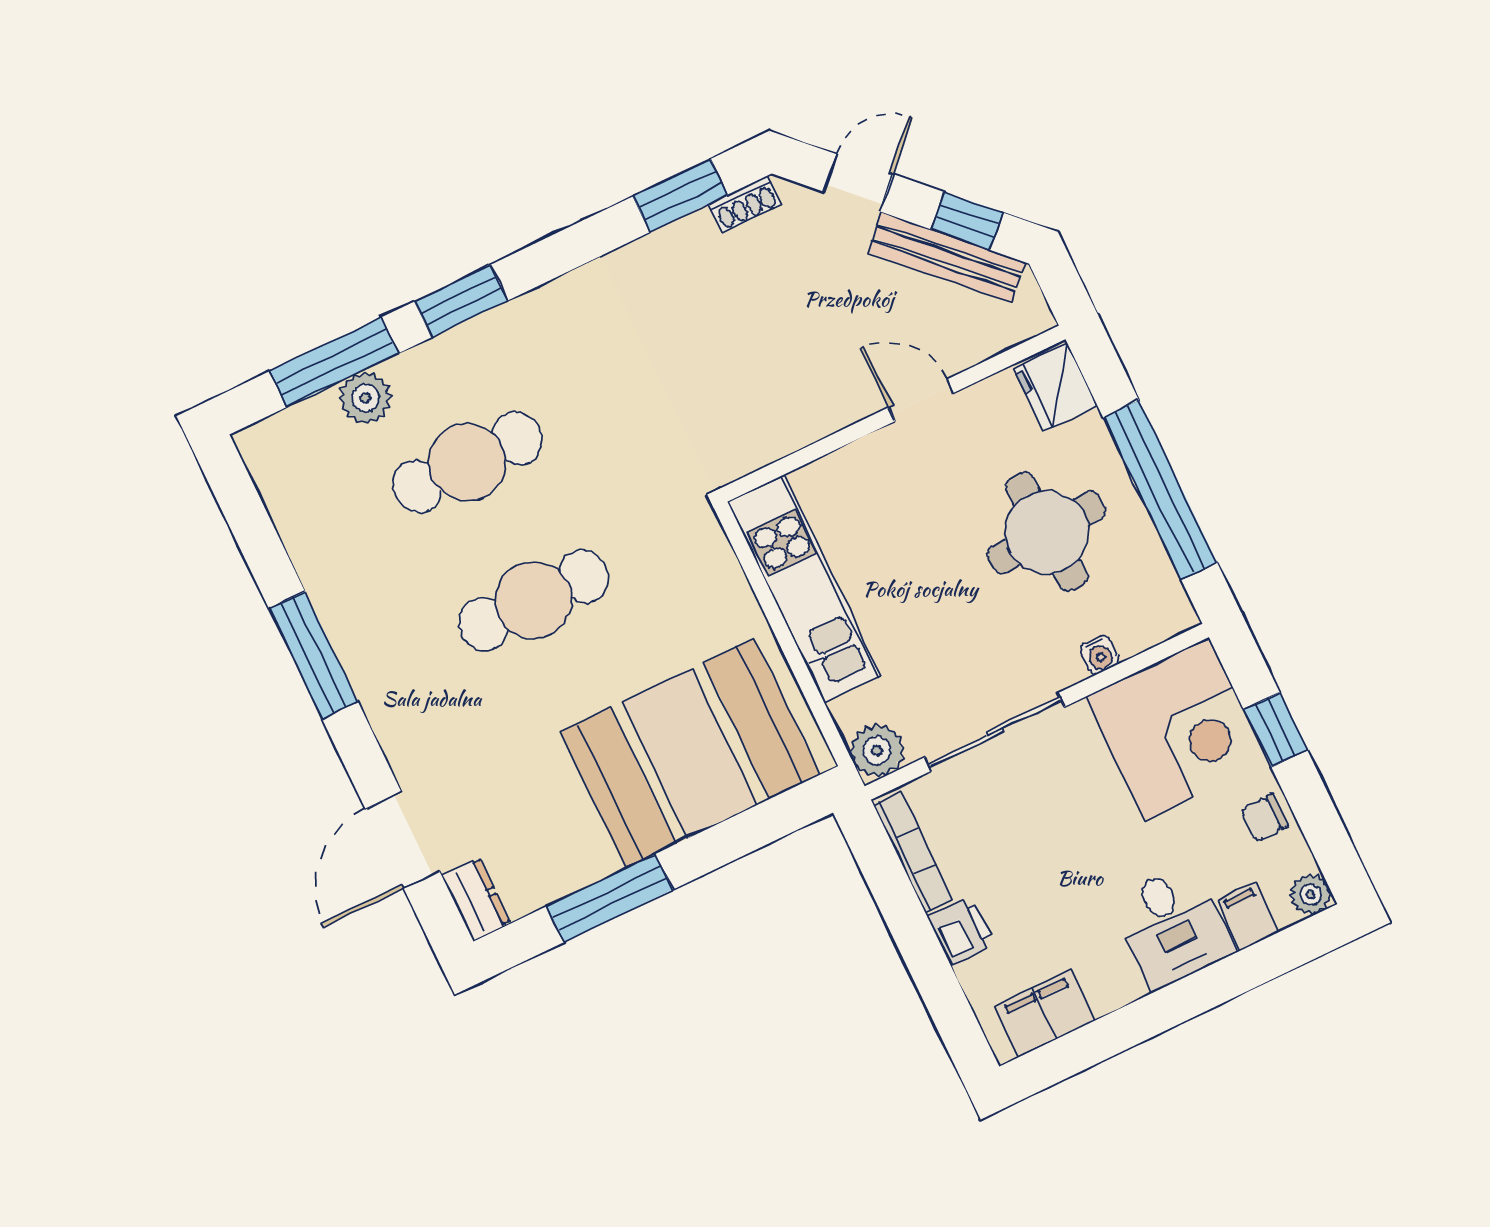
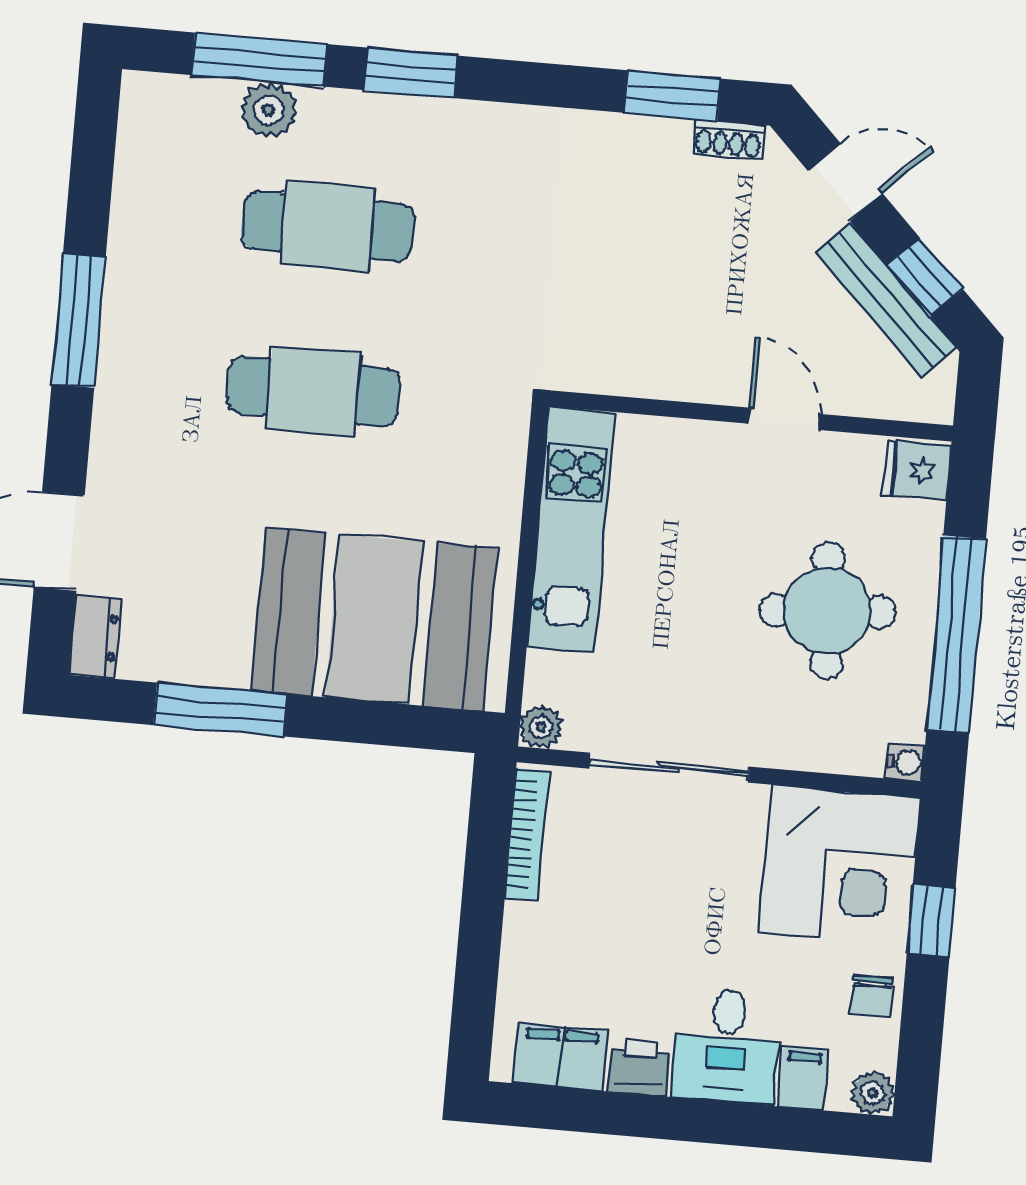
fridge: (1055, 387) -> (917, 470), width x0.72
water cooler: (1099, 655) -> (906, 762), moved, turned -90
plant: (877, 750) -> (541, 727), width x0.73, depth x0.73
chair: (1264, 818) -> (872, 996), turned -90
printer: (961, 930) -> (639, 1067), moved, turned -90

